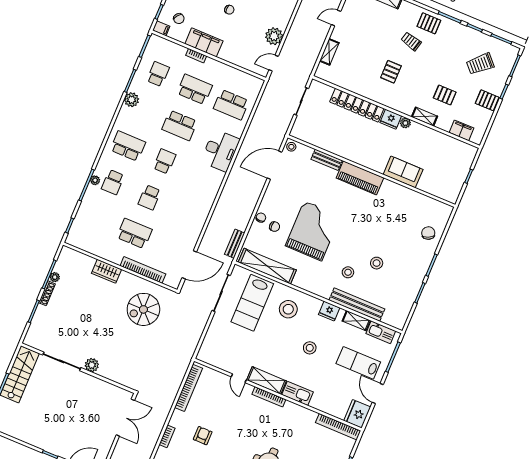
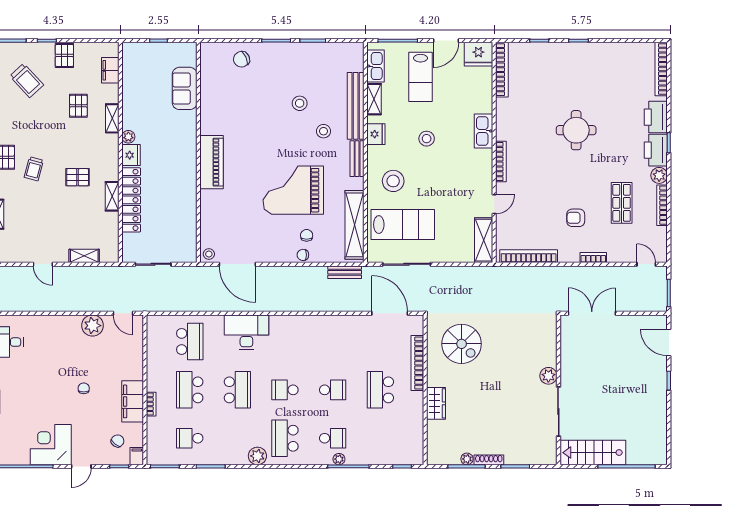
shelving: (366, 92) -> (112, 196), added
plant: (132, 100) -> (257, 456), moved
bench: (327, 160) -> (357, 159), moved
sofa: (403, 172) -> (185, 88), moved
shelving: (266, 380) -> (484, 240), moved

